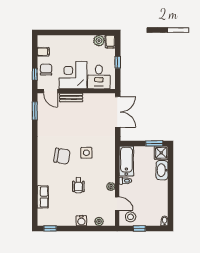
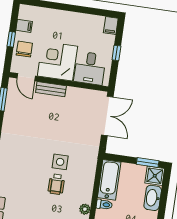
plant: (99, 41) -> (97, 22), removed
window: (35, 74) -> (11, 39), moved
chair: (62, 156) -> (29, 162), removed
wheelchair: (78, 185) -> (56, 184), moved

